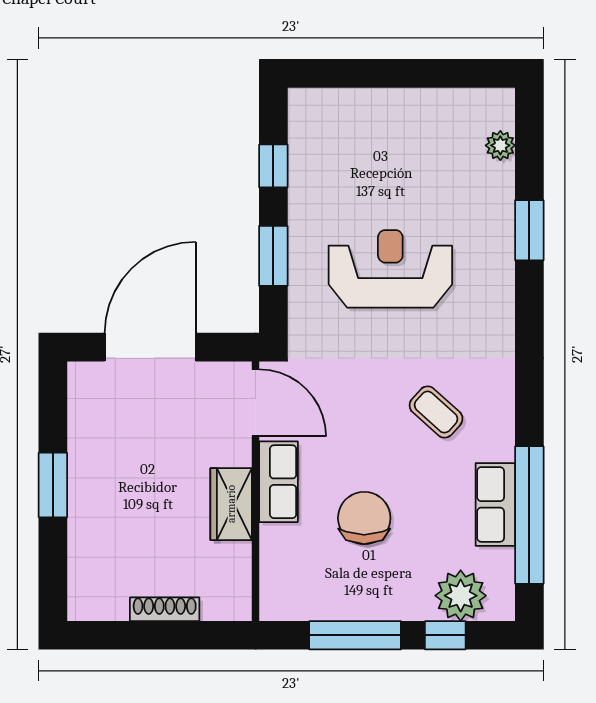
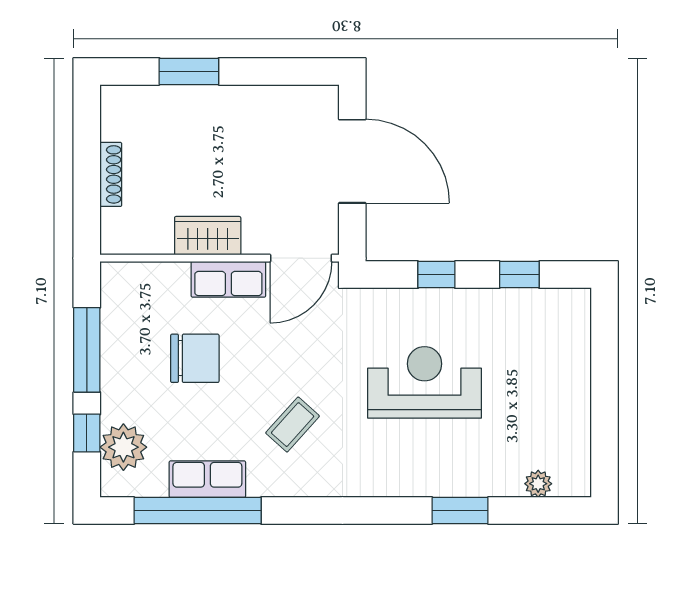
window: (273, 256) -> (436, 275), width x0.67
reception desk: (390, 269) -> (424, 382), turned -90
window: (53, 485) -> (189, 71), moved

